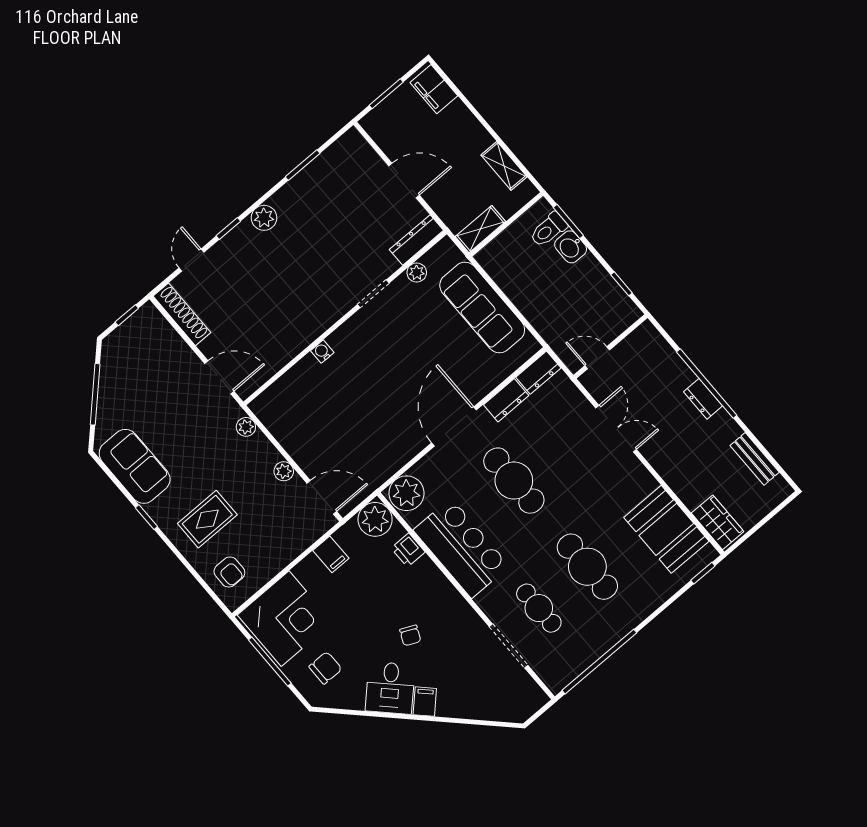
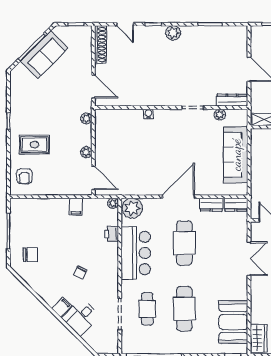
door: (191, 260) -> (125, 24), swing flipped
sofa: (135, 466) -> (44, 55), moved, turned 45
plant: (375, 519) -> (113, 203), width x0.53, depth x0.53
corner desk: (285, 619) -> (31, 218), removed
desk: (390, 688) -> (81, 317), moved

